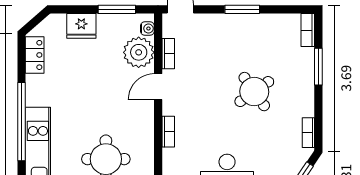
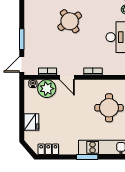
window: (117, 9) -> (22, 101), removed
window: (242, 9) -> (22, 39), moved
window: (22, 122) -> (87, 157), width x0.47

